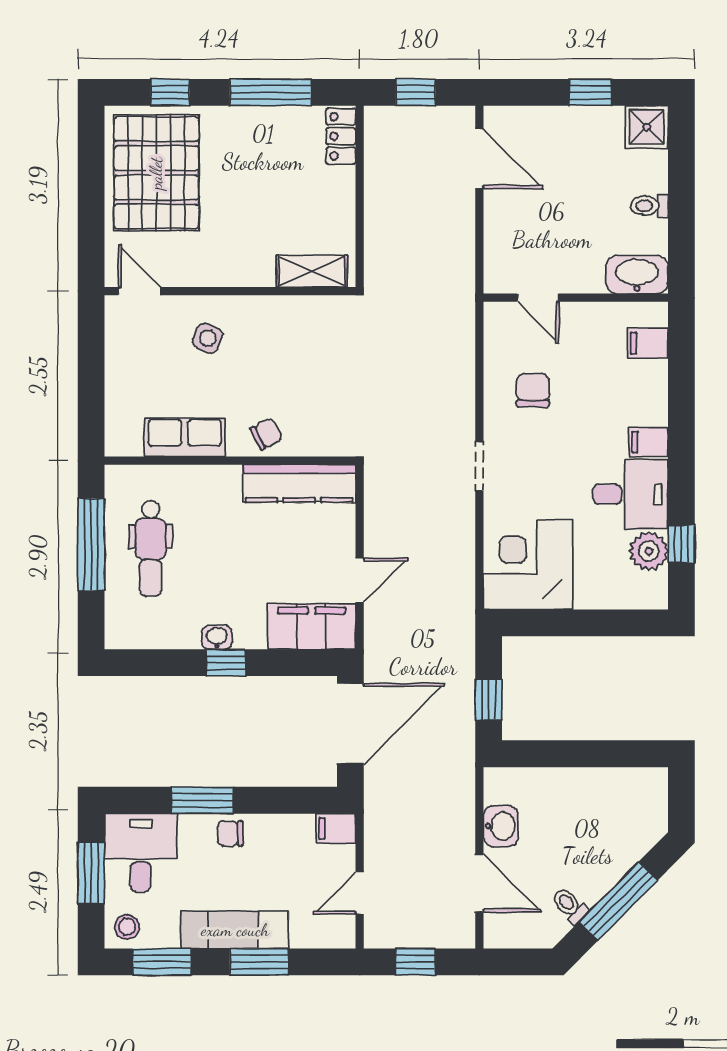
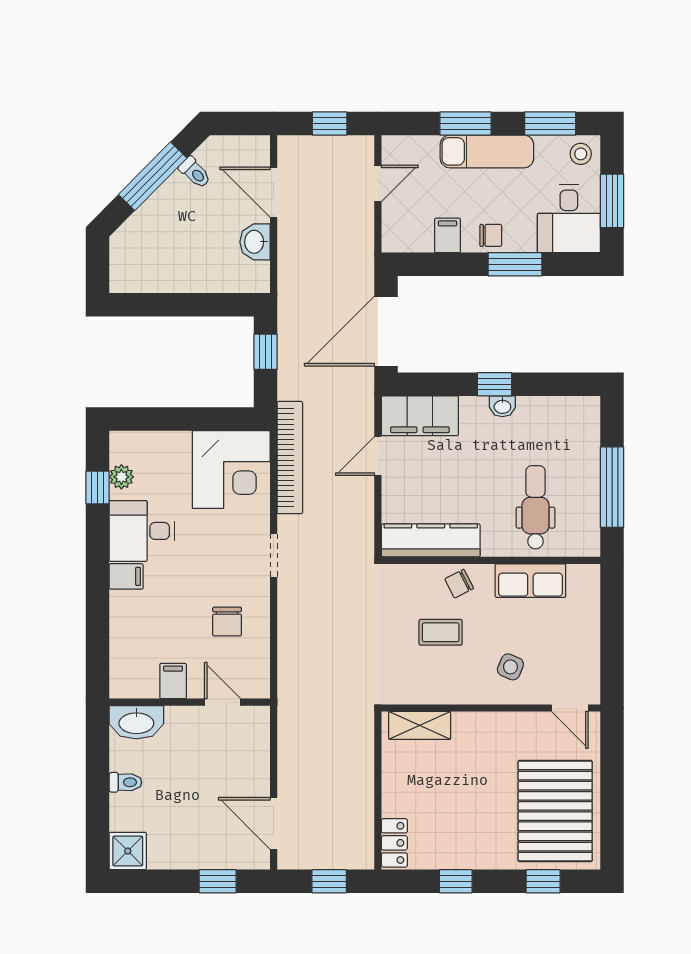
window: (270, 92) -> (456, 881), width x0.46
window: (591, 92) -> (218, 881), moved
filing cabinet: (648, 343) -> (173, 681), moved, turned -90
coffee table: (288, 378) -> (441, 632), added
dental chair: (151, 548) -> (535, 507), moved
plant: (649, 551) -> (121, 477), width x0.73, depth x0.73
bookcase: (461, 578) -> (290, 458), added
filing cabinet: (336, 828) -> (448, 235), moved, turned -90

